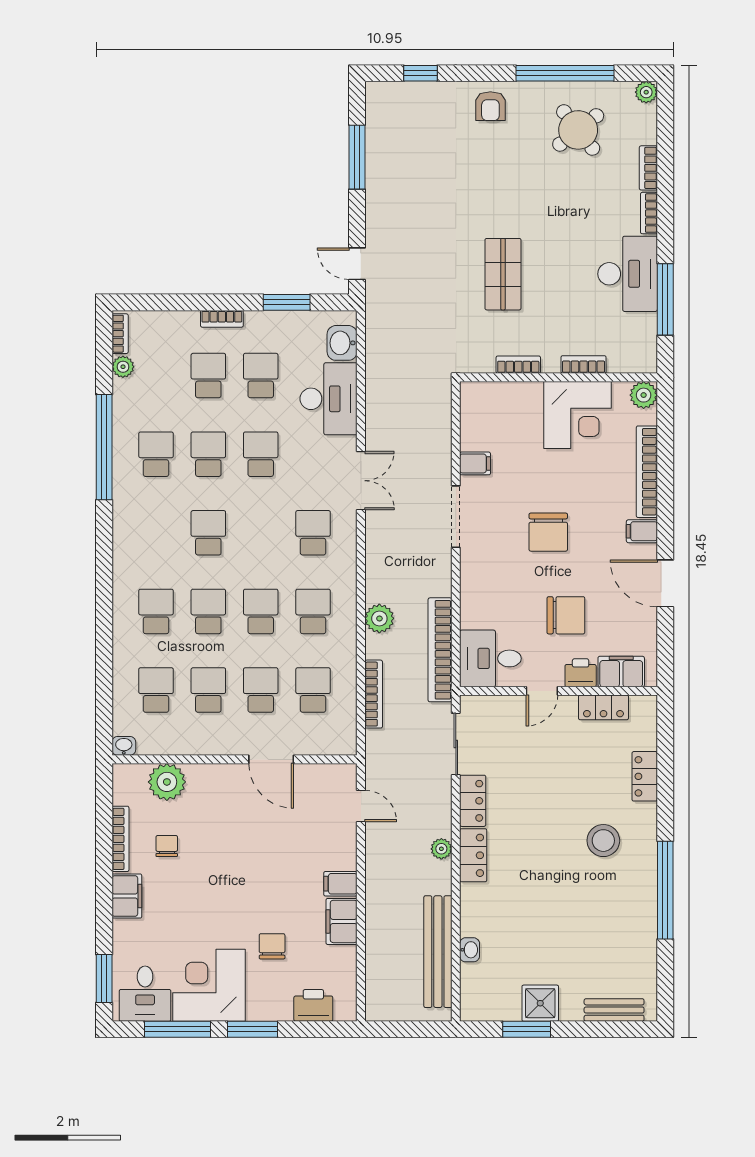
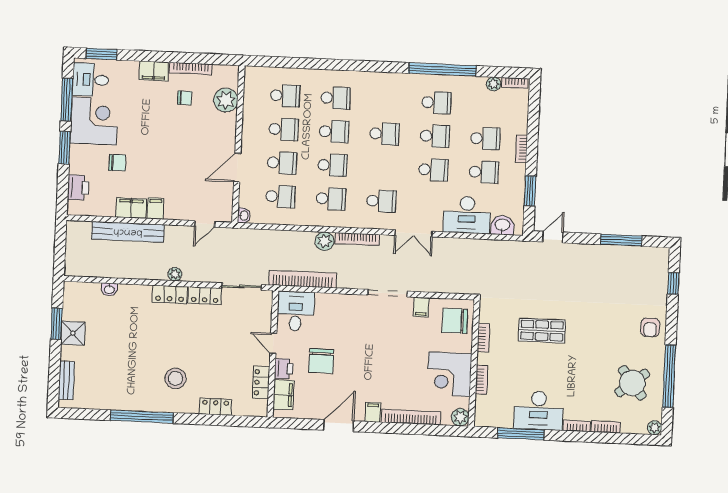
armchair: (490, 106) -> (650, 327), turned -90
chair: (548, 532) -> (455, 321), moved
bookcase: (374, 694) -> (357, 239), moved
washbasin: (124, 746) -> (244, 216), moved
bench: (438, 952) -> (128, 232), moved

